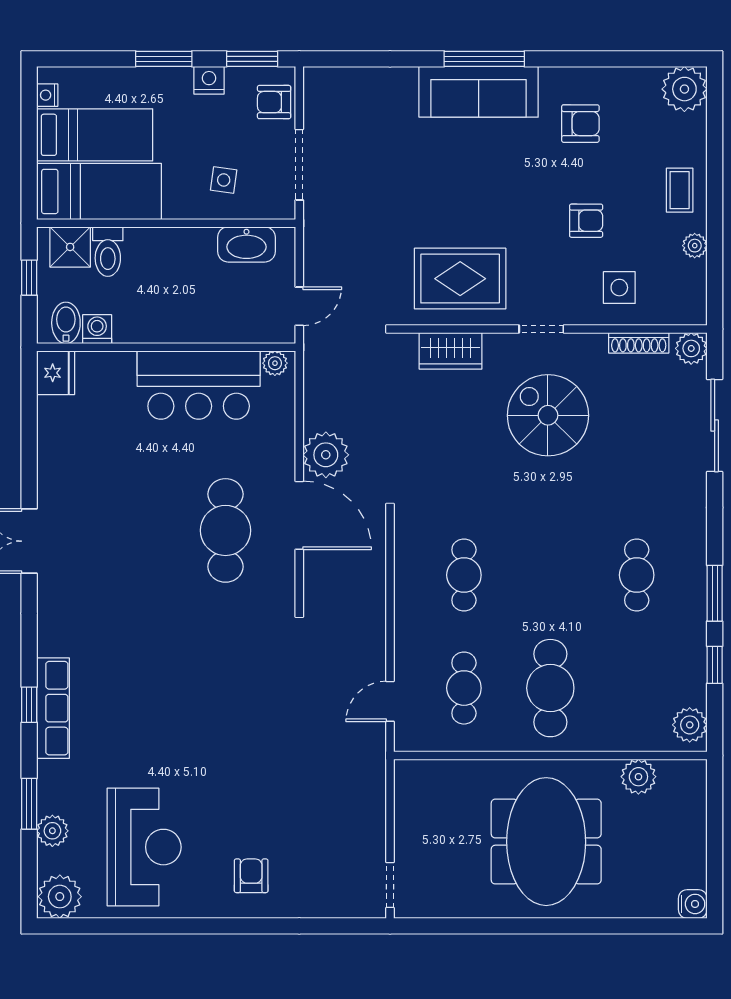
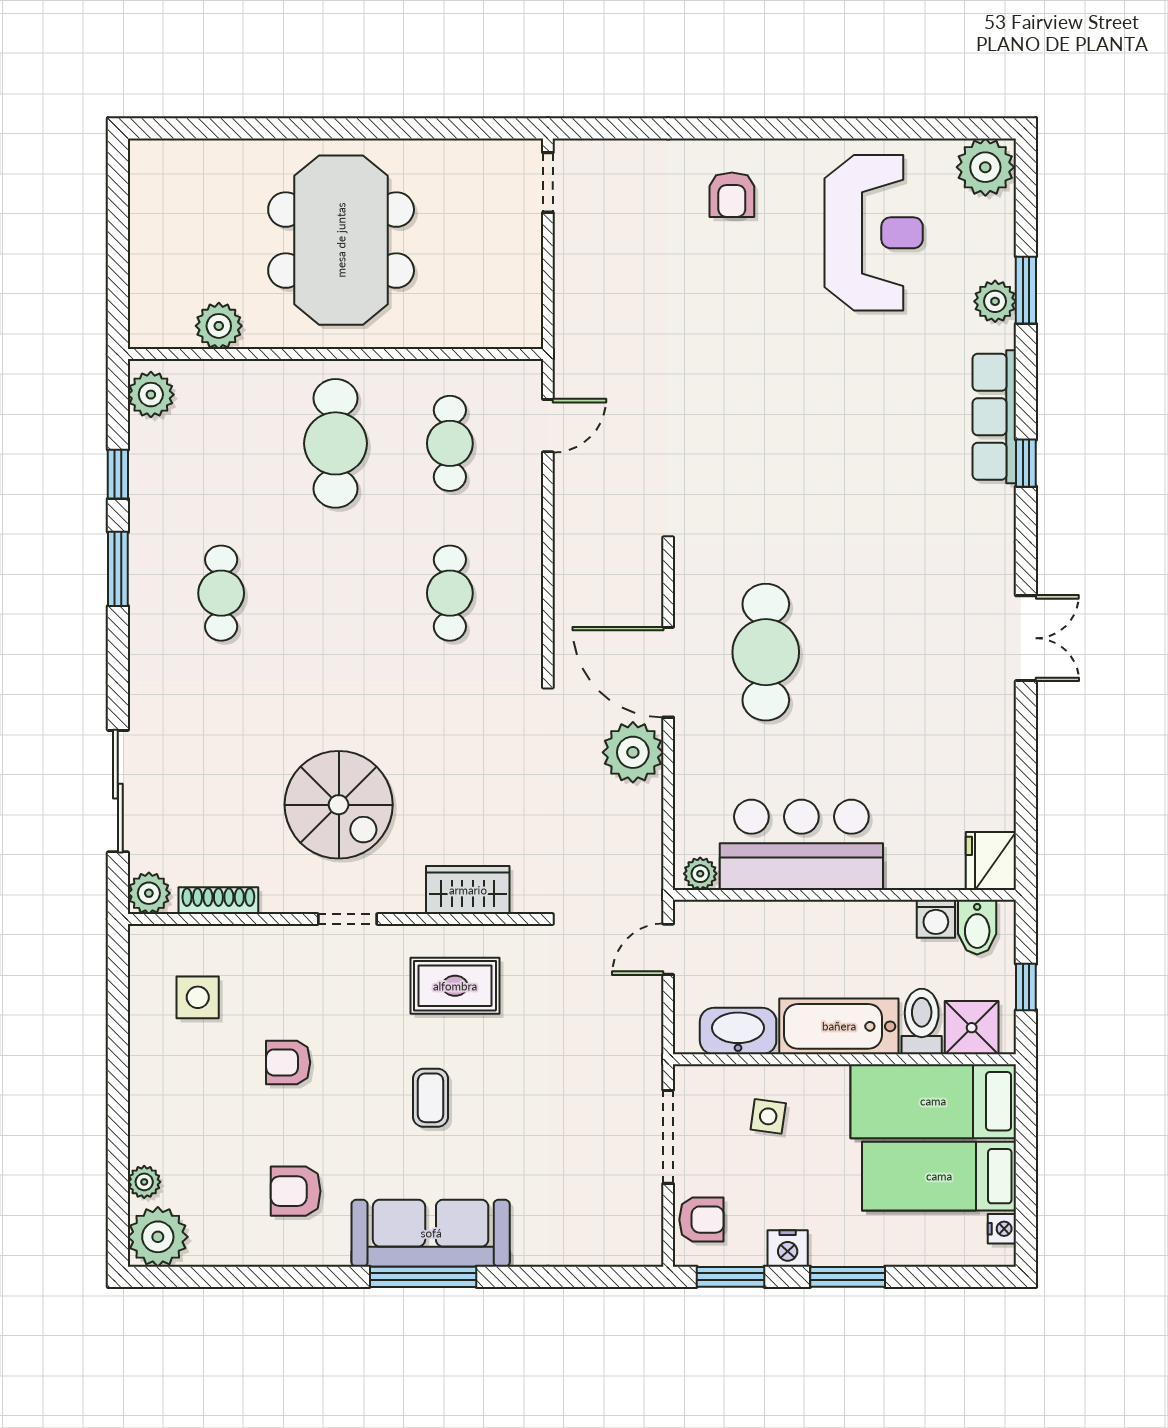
coffee table: (680, 190) -> (431, 1098), moved
plant: (695, 246) -> (144, 1182), moved
bathtub: (170, 248) -> (839, 1026), added
rug: (460, 279) -> (455, 986), width x0.73, depth x0.70
side table: (619, 288) -> (198, 997), moved
window: (29, 705) -> (1026, 463), moved
plant: (52, 831) -> (995, 301), moved
reception desk: (144, 847) -> (874, 233), turned 180
water cooler: (693, 904) -> (147, 157), removed

